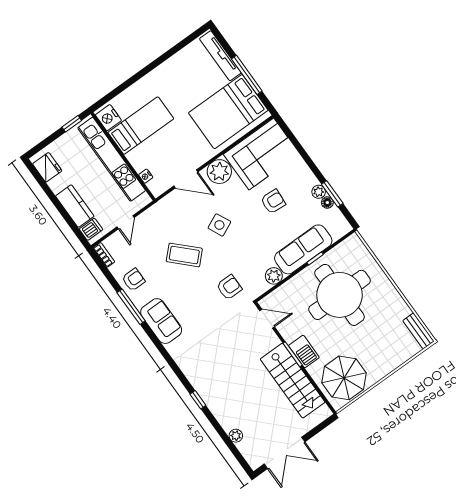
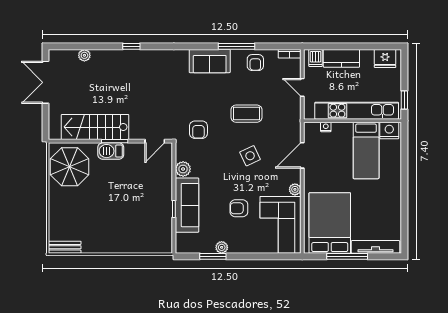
plant: (219, 172) -> (295, 189), width x0.53, depth x0.53
armchair: (273, 201) -> (239, 208), turned 86
floor lamp: (327, 203) -> (209, 248), removed
coffee table: (184, 255) -> (246, 114), turned 45
round table: (340, 295) -> (134, 208), removed

